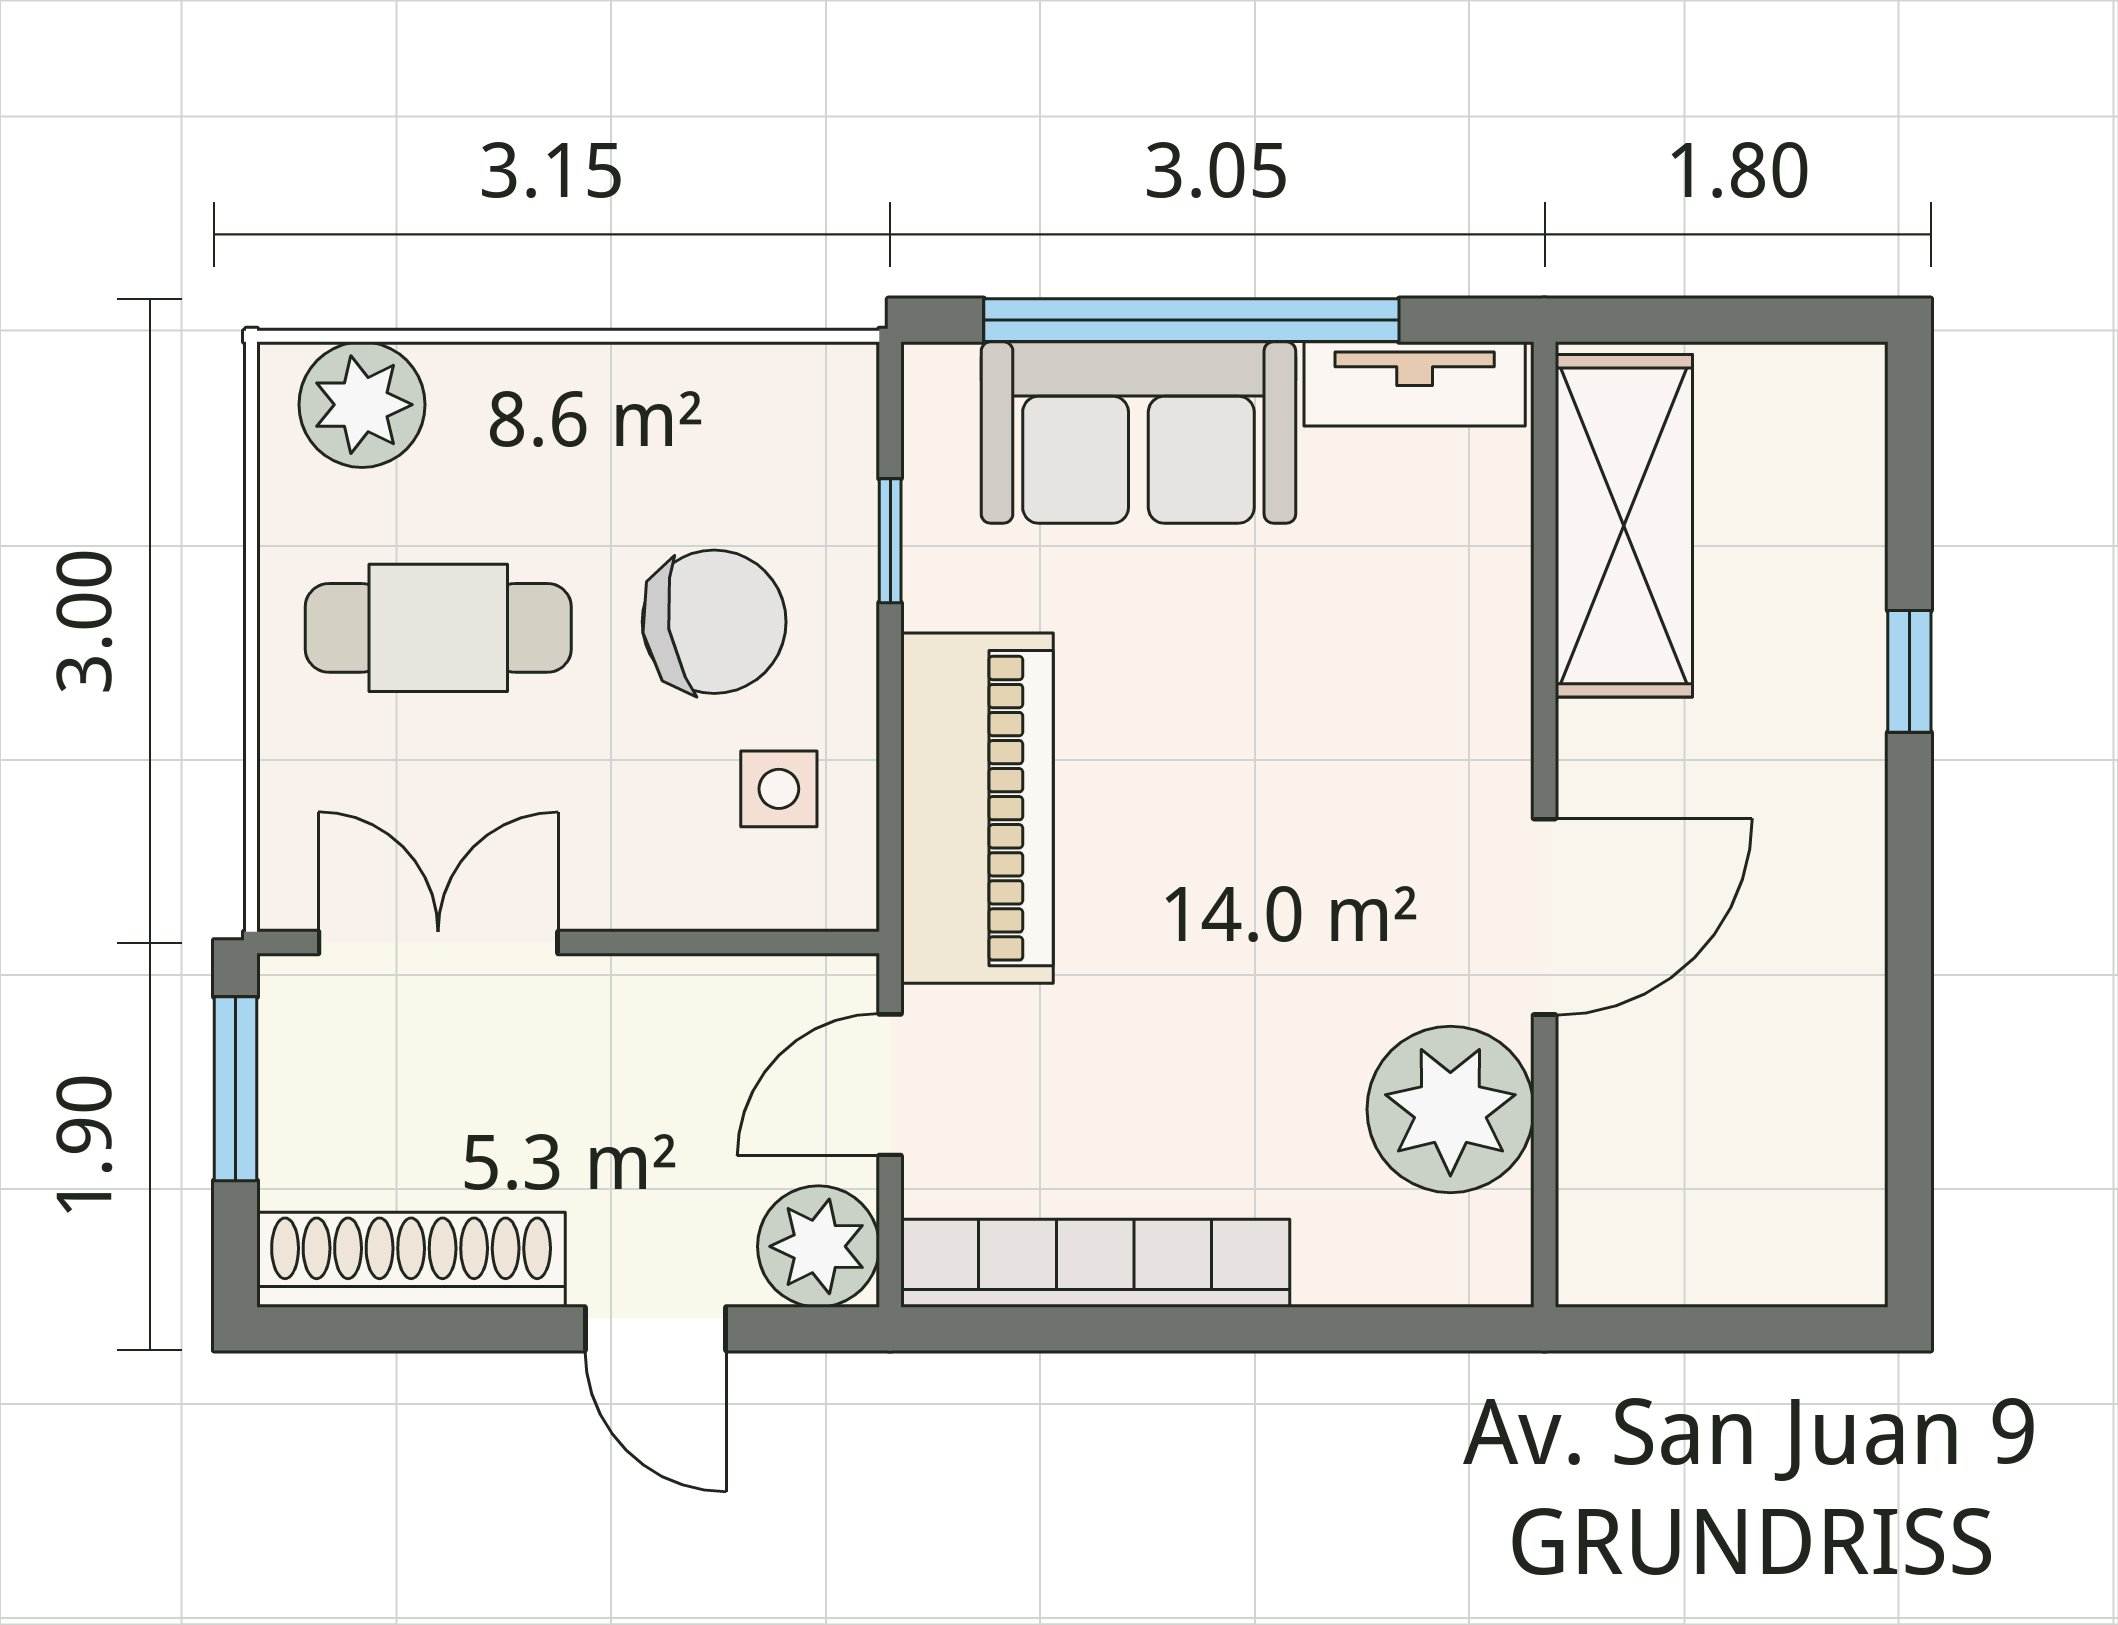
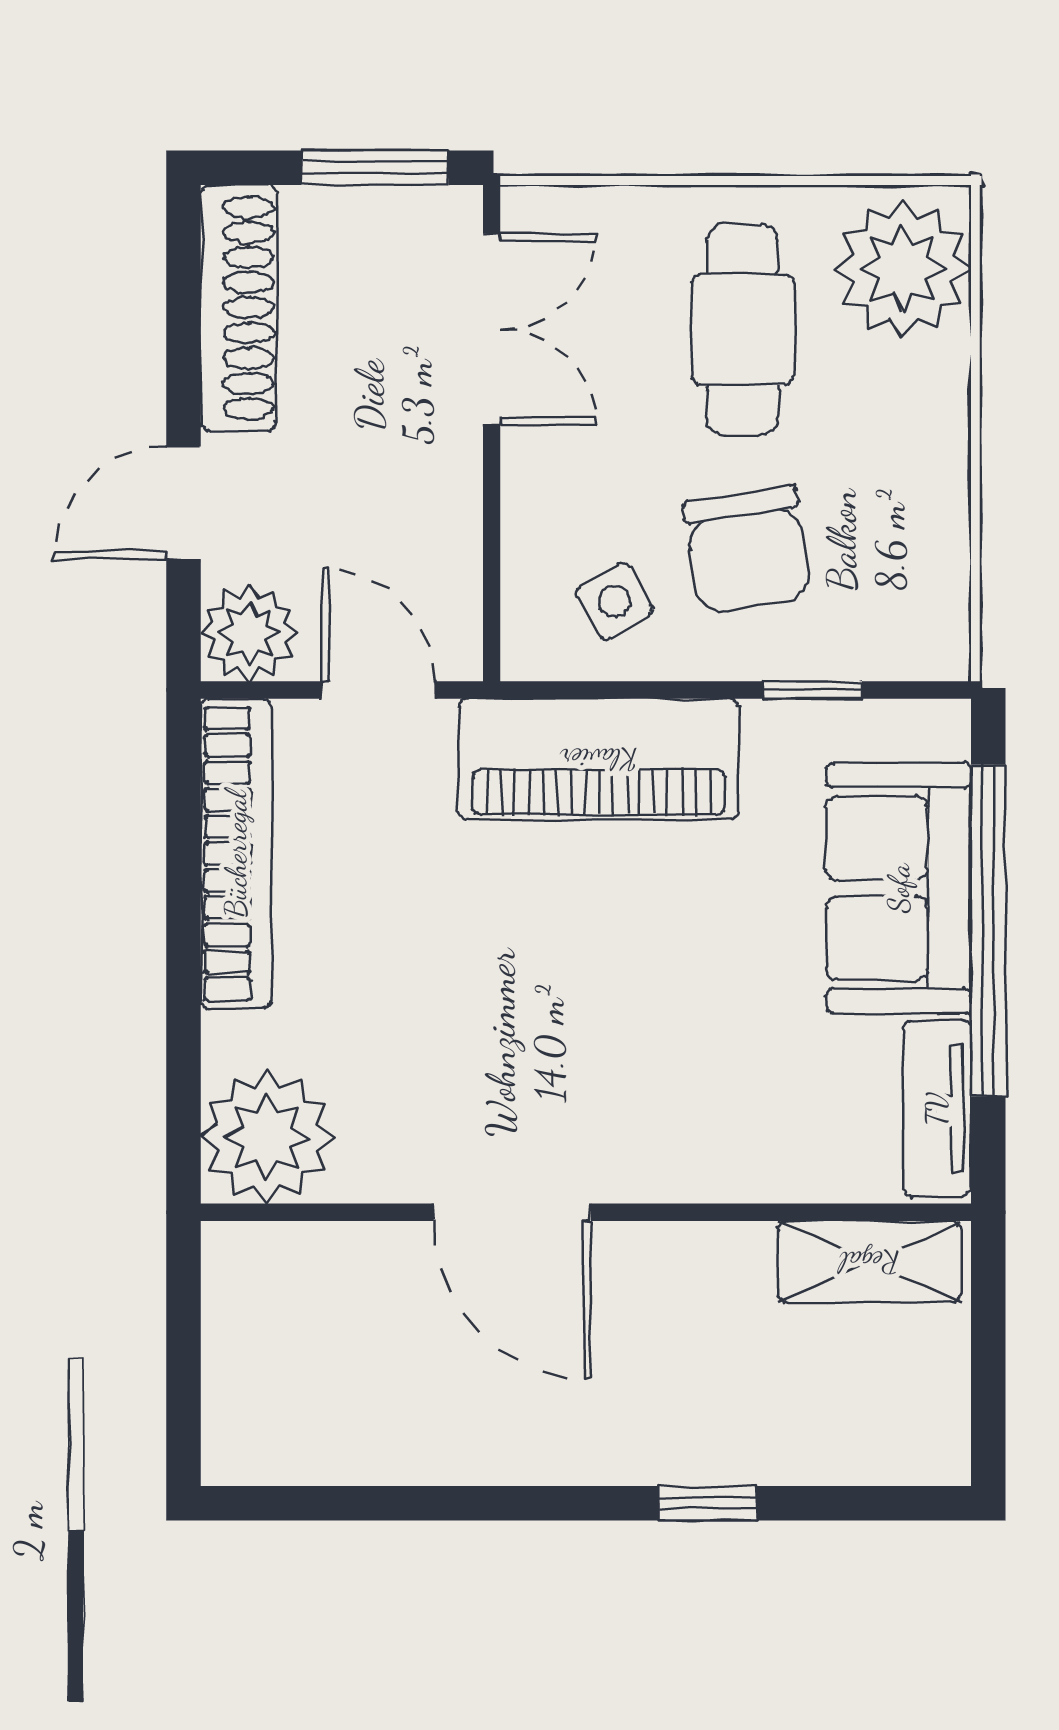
plant: (362, 405) -> (903, 269), width x1.36, depth x1.36
shelving: (1624, 526) -> (870, 1262), width x0.67, depth x0.75
side table: (779, 789) -> (614, 601), turned -30
plant: (1450, 1109) -> (267, 1137), moved

